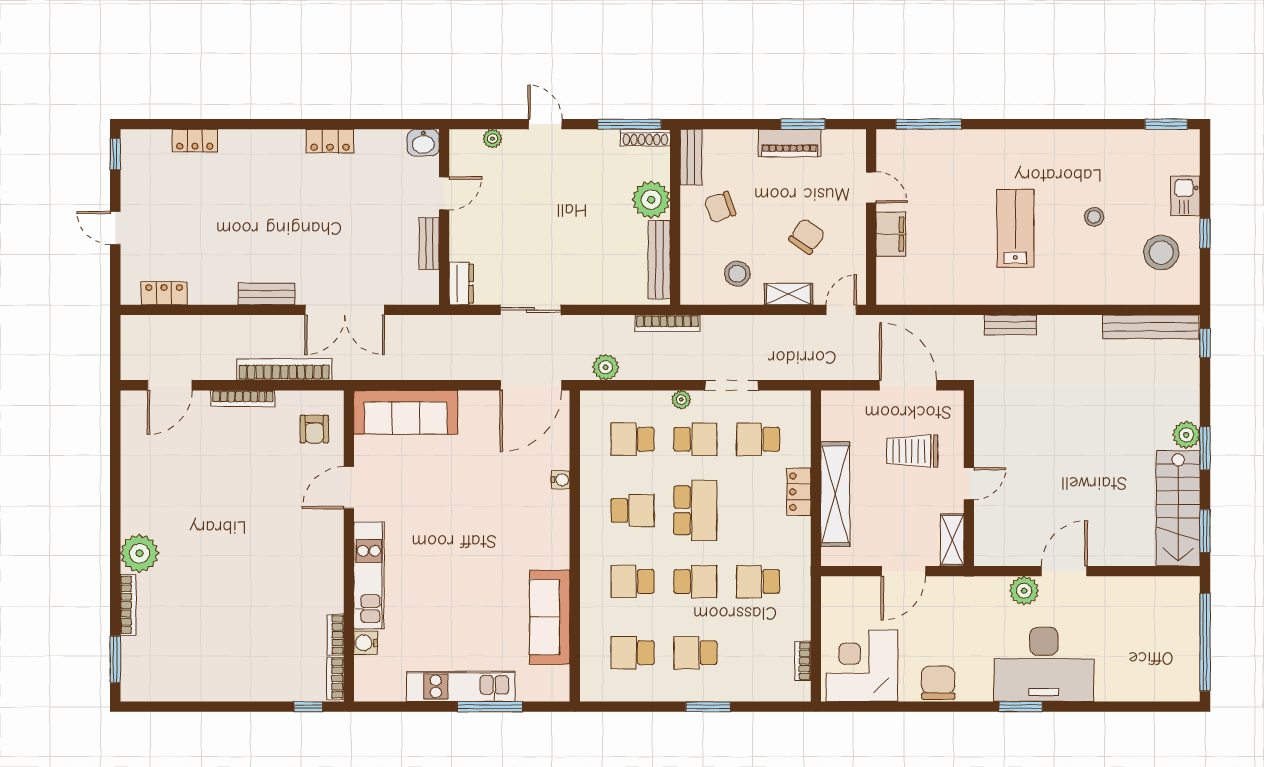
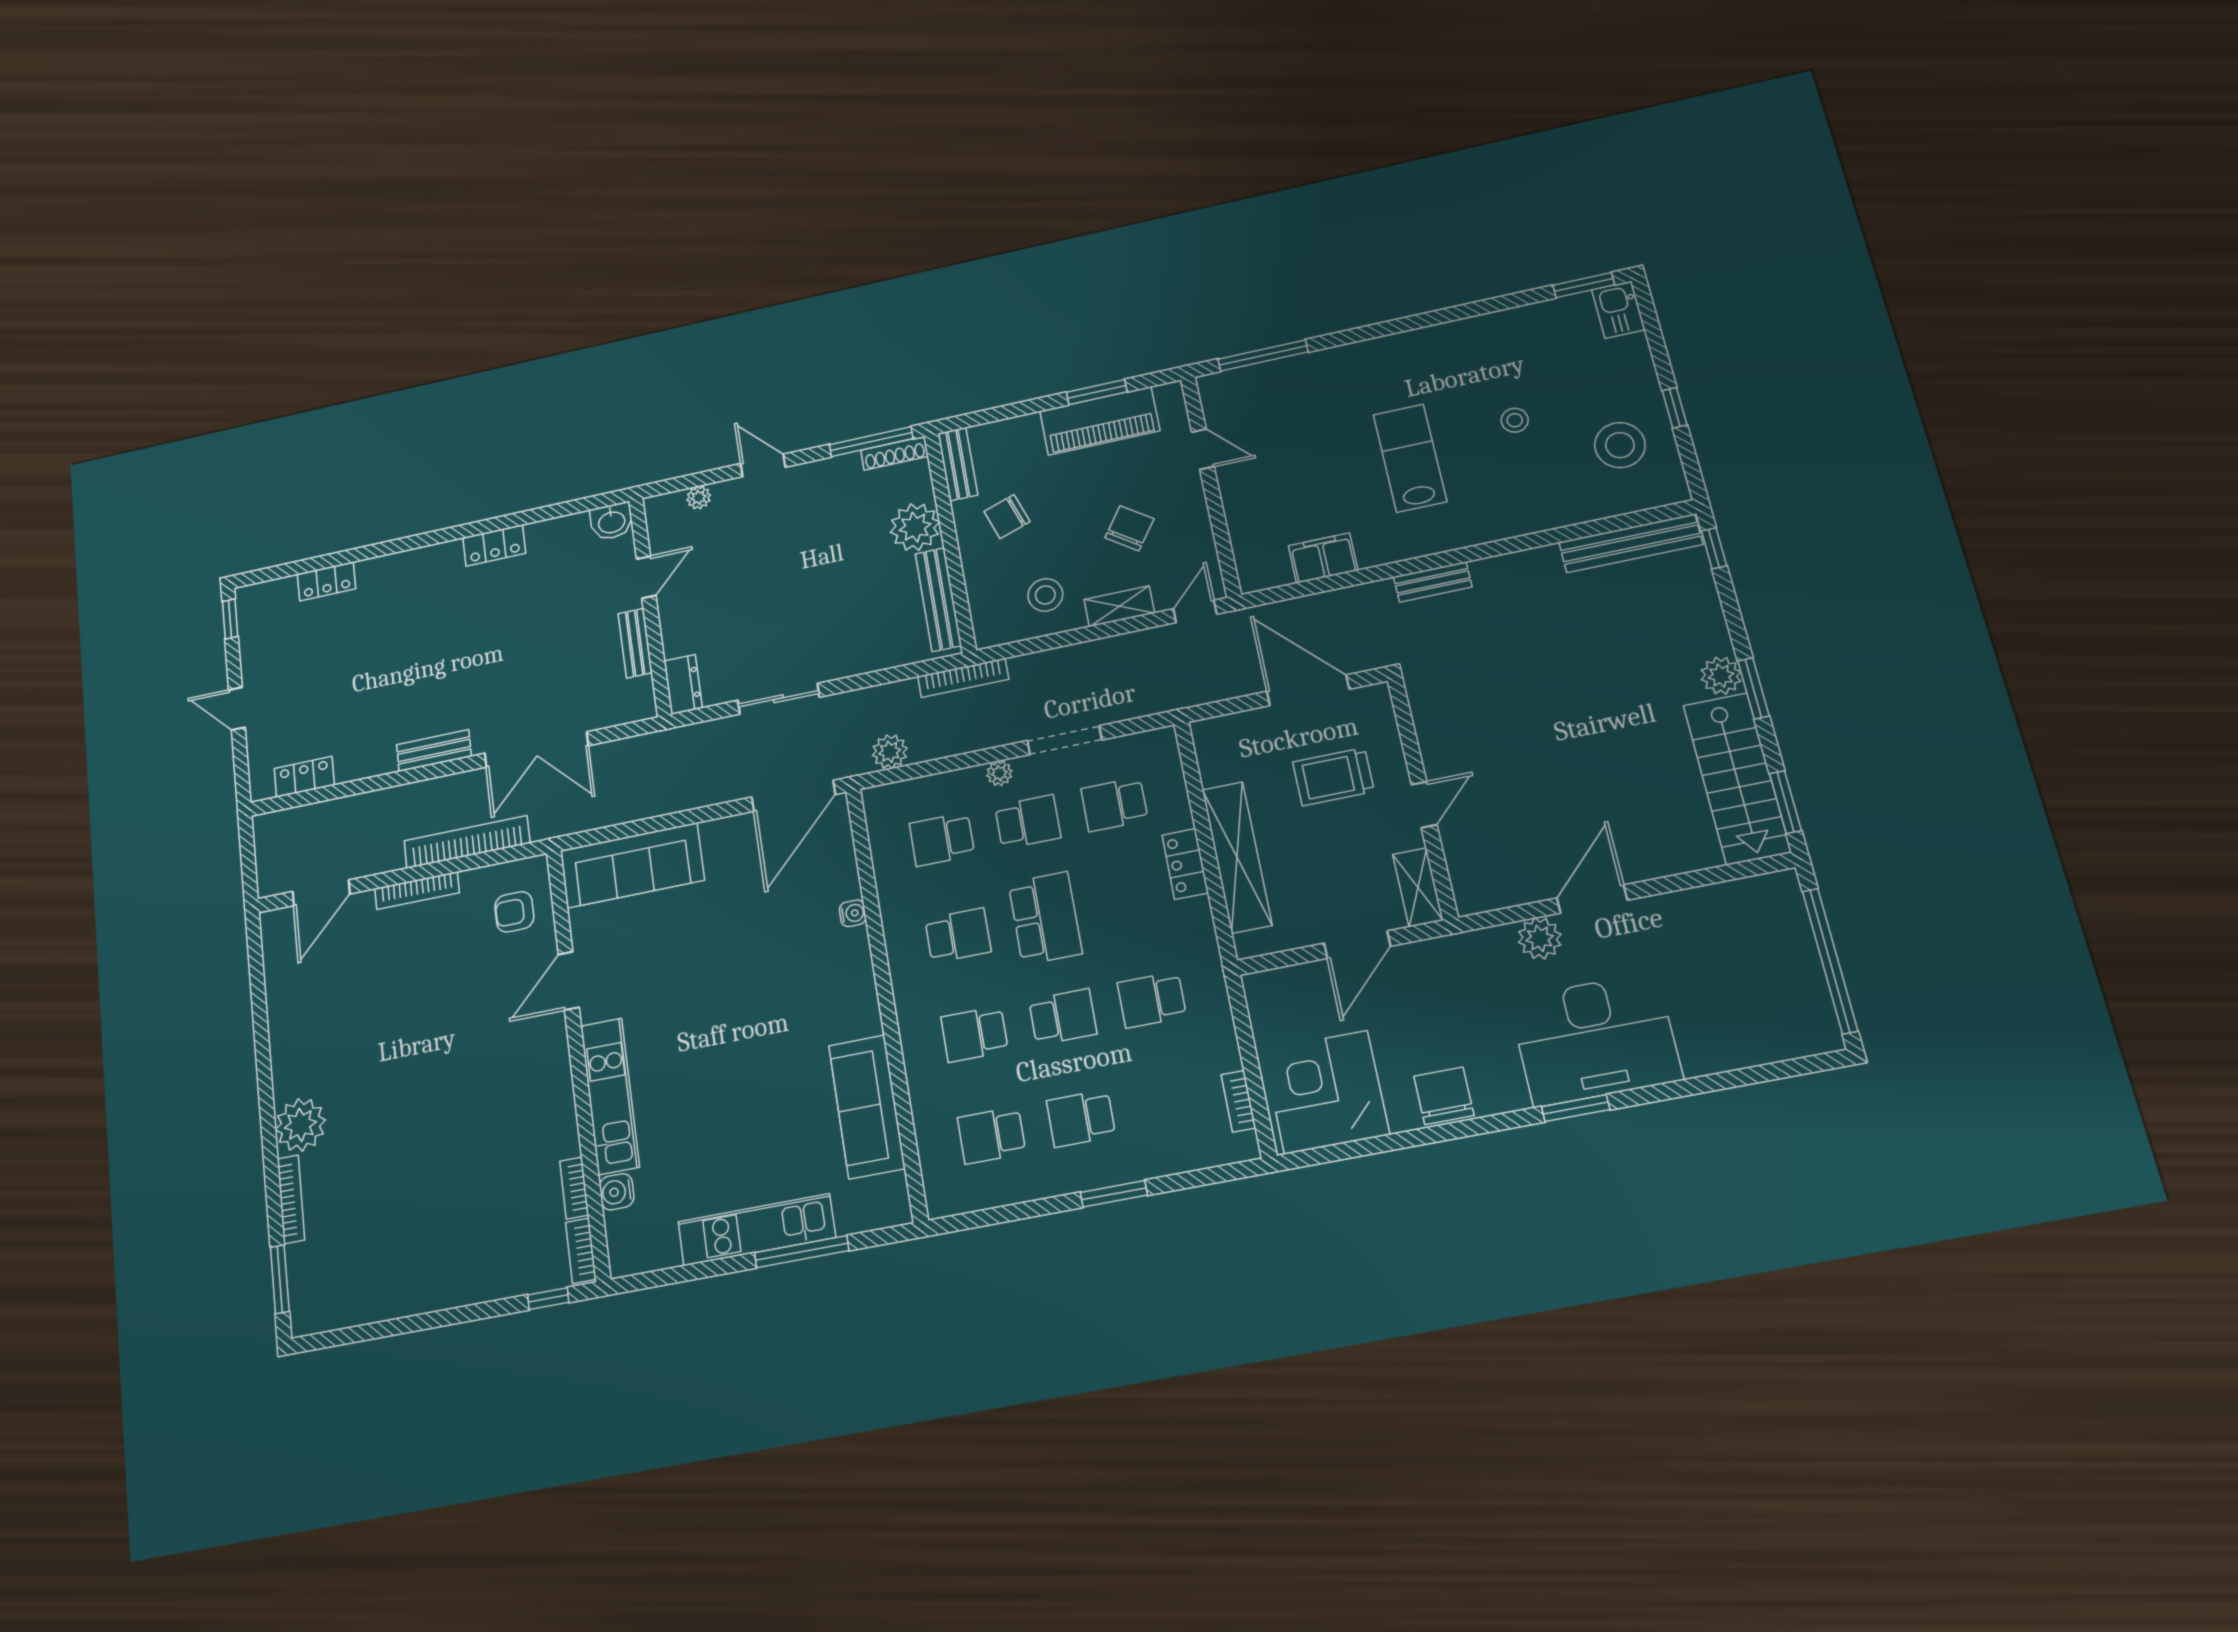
piano: (790, 143) -> (1100, 421), width x1.37, depth x1.33
kitchen sink: (1185, 196) -> (1618, 310), moved
filing cabinet: (891, 234) -> (1323, 558), moved, turned -90
armchair: (314, 429) -> (514, 912), turned 90

